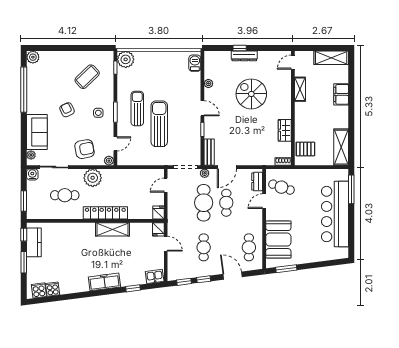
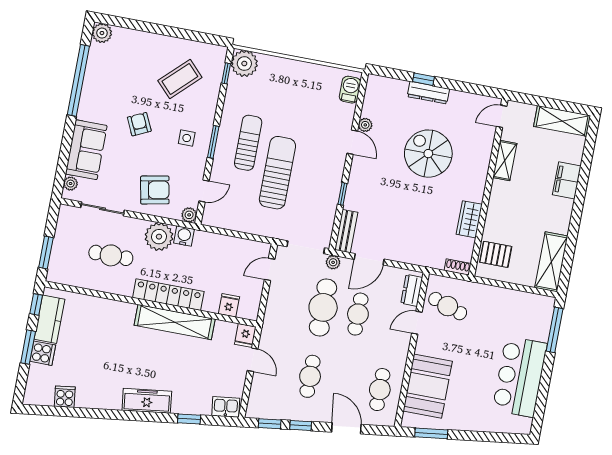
door: (202, 108) -> (352, 142), moved
water cooler: (32, 174) -> (184, 236), moved
fridge: (158, 212) -> (229, 305), moved
bar counter: (335, 214) -> (520, 377), width x0.73
shelving: (113, 229) -> (175, 322), width x1.47
cooker: (39, 290) -> (43, 353), moved, turned 97

